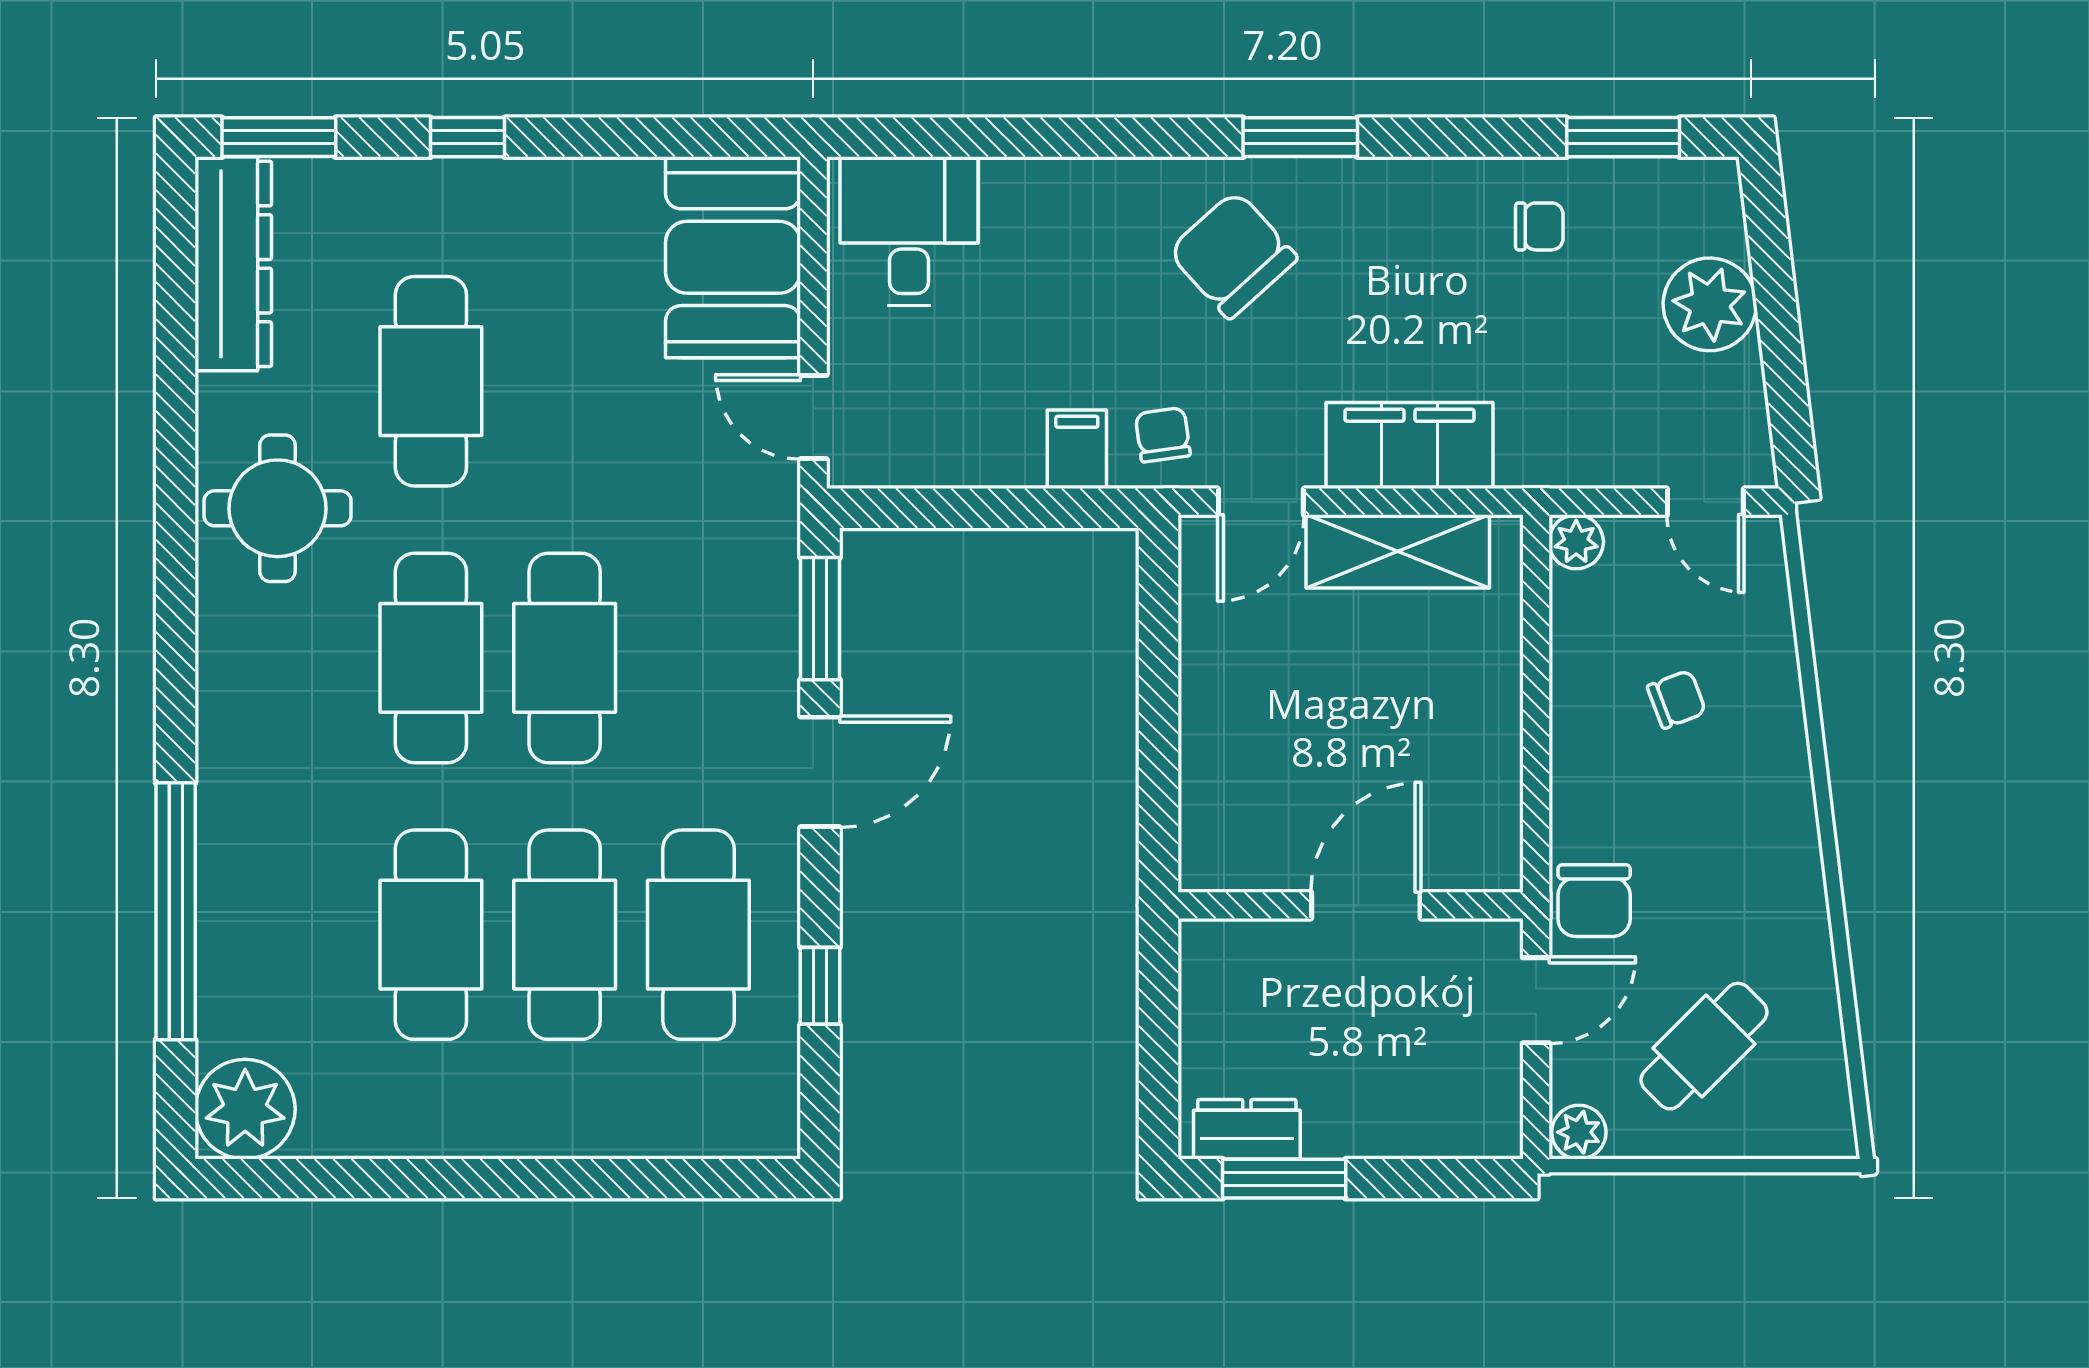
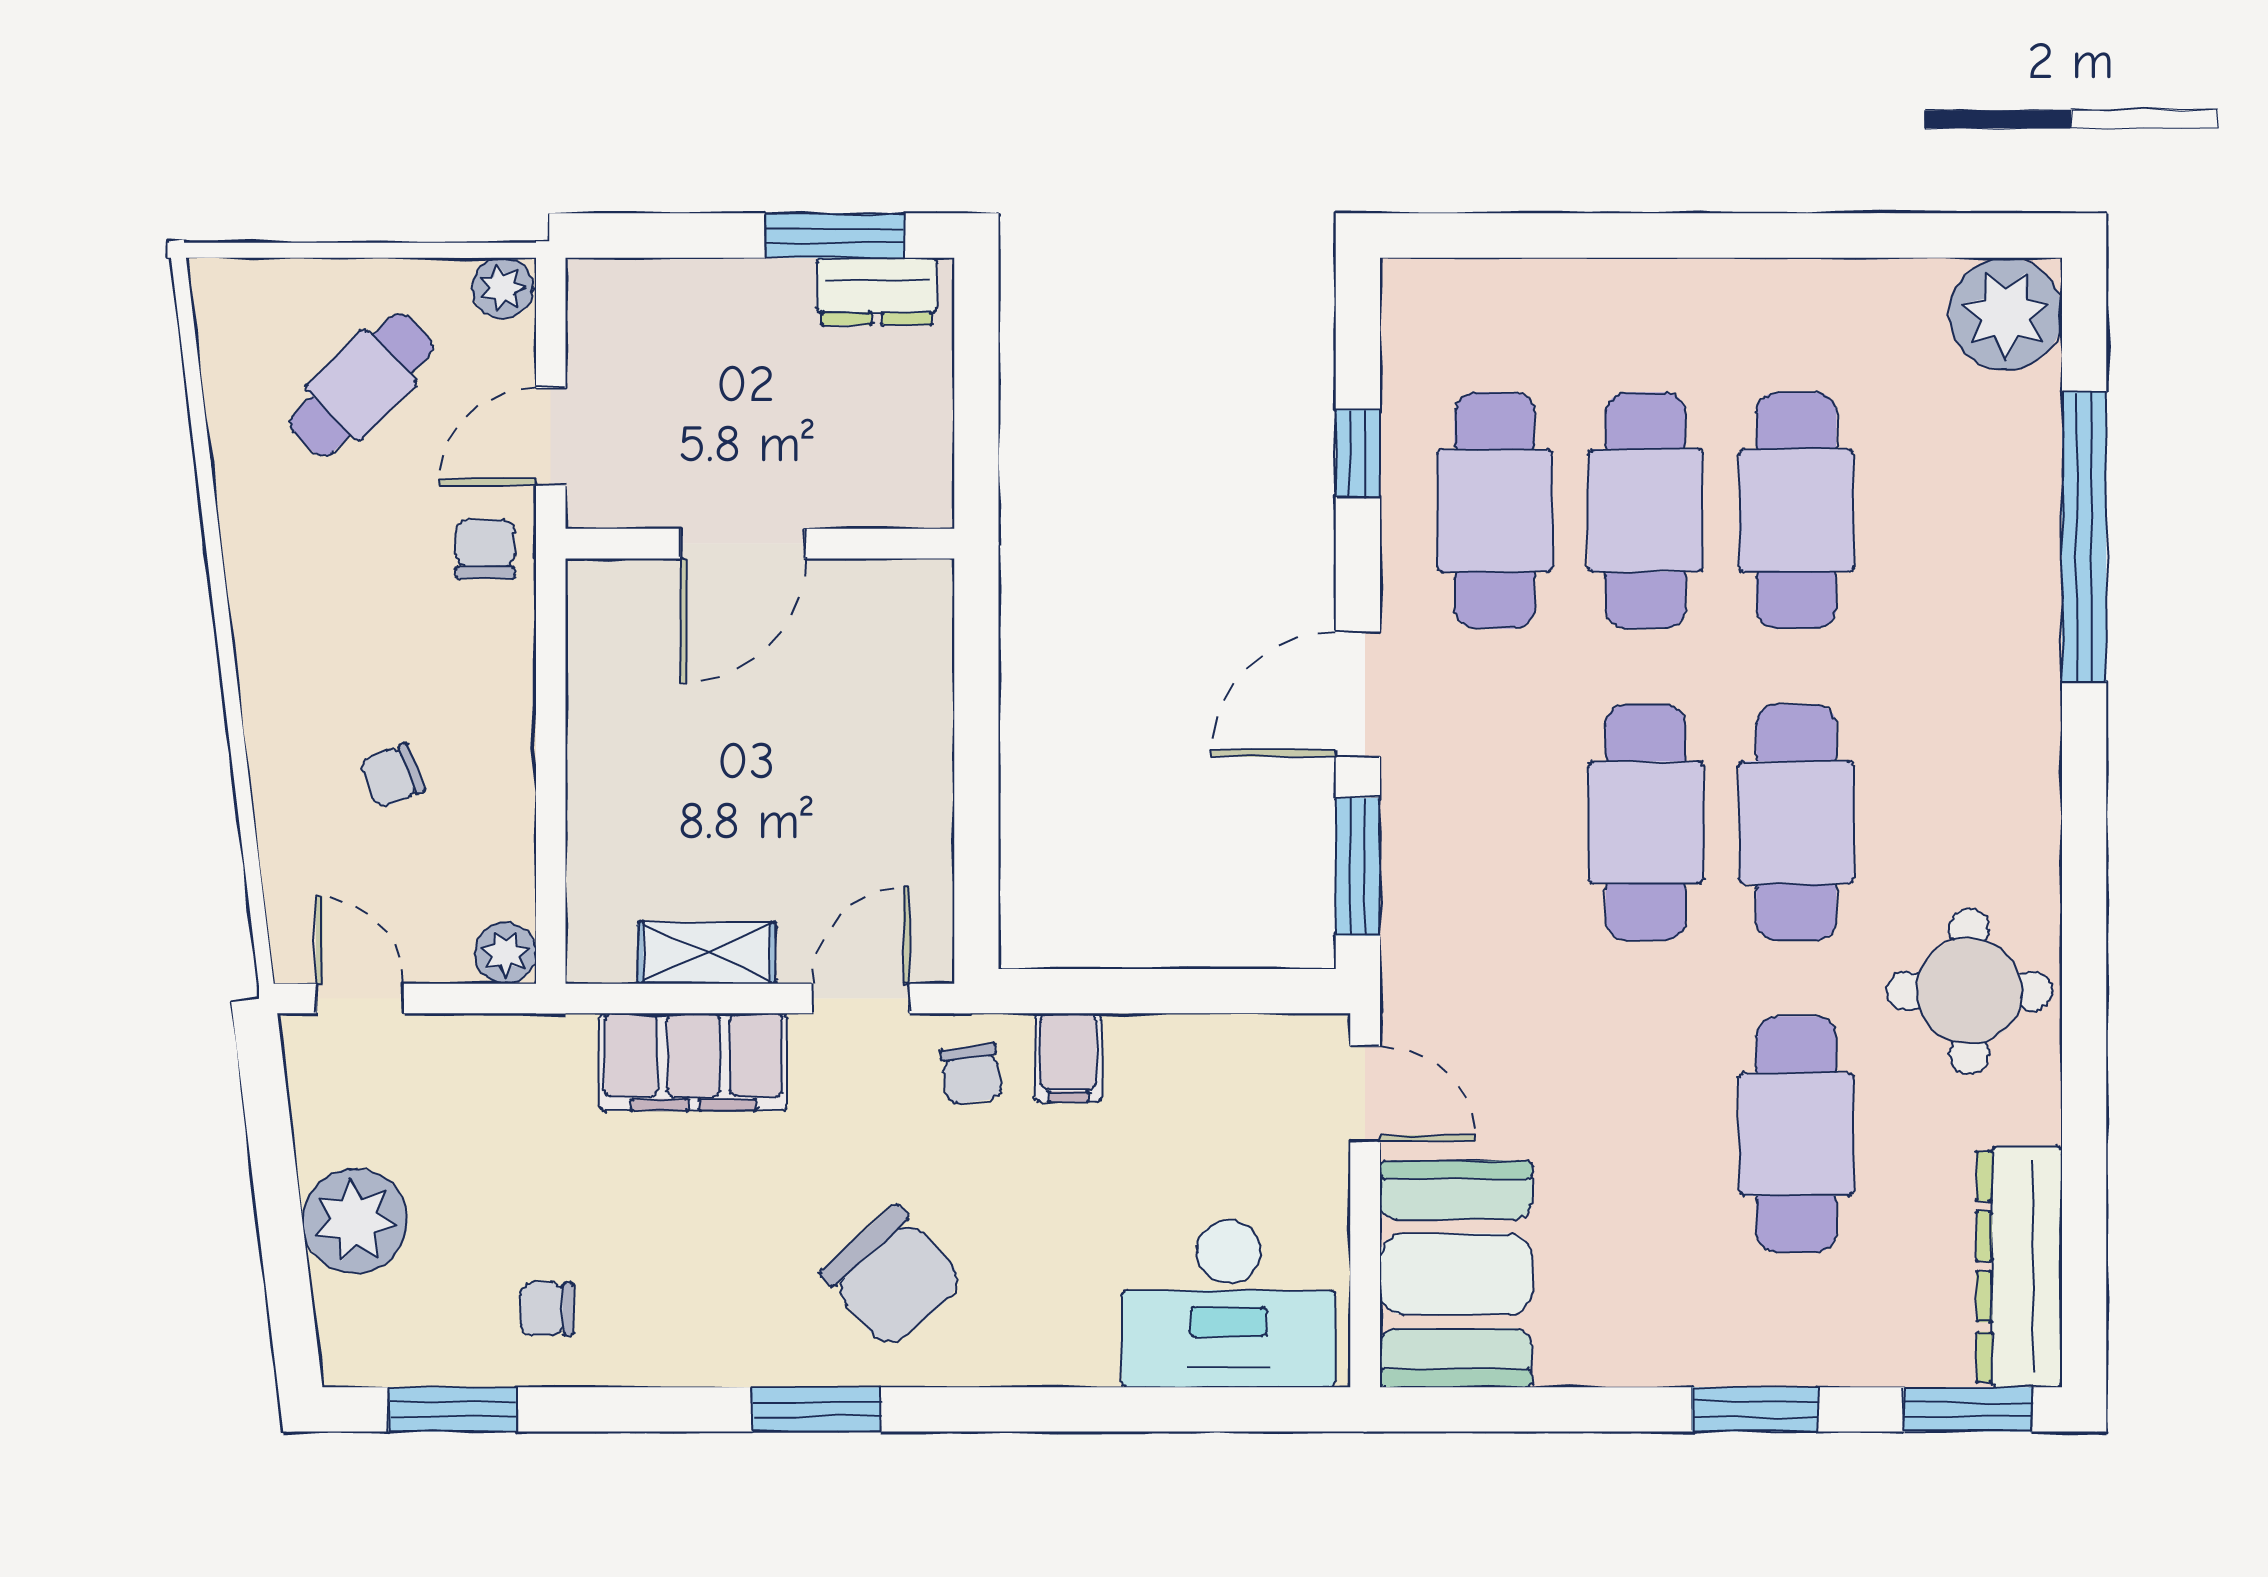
window: (467, 137) -> (1755, 1409), width x1.50
desk: (909, 231) -> (1229, 1304), width x1.37
shelving: (1398, 551) -> (707, 953), width x0.67, depth x0.75
chair: (1594, 901) -> (485, 549), width x0.73, depth x0.73

